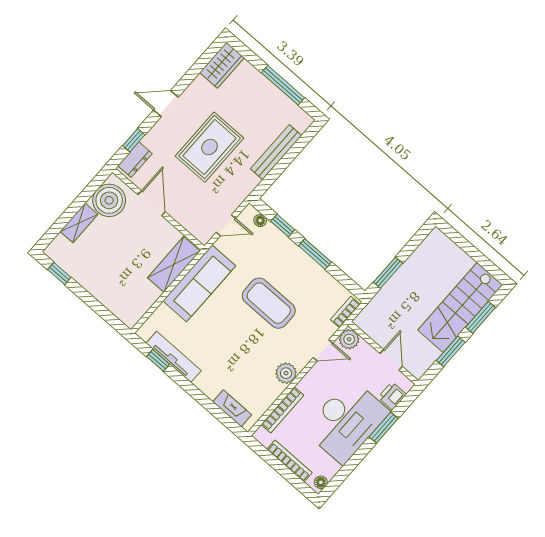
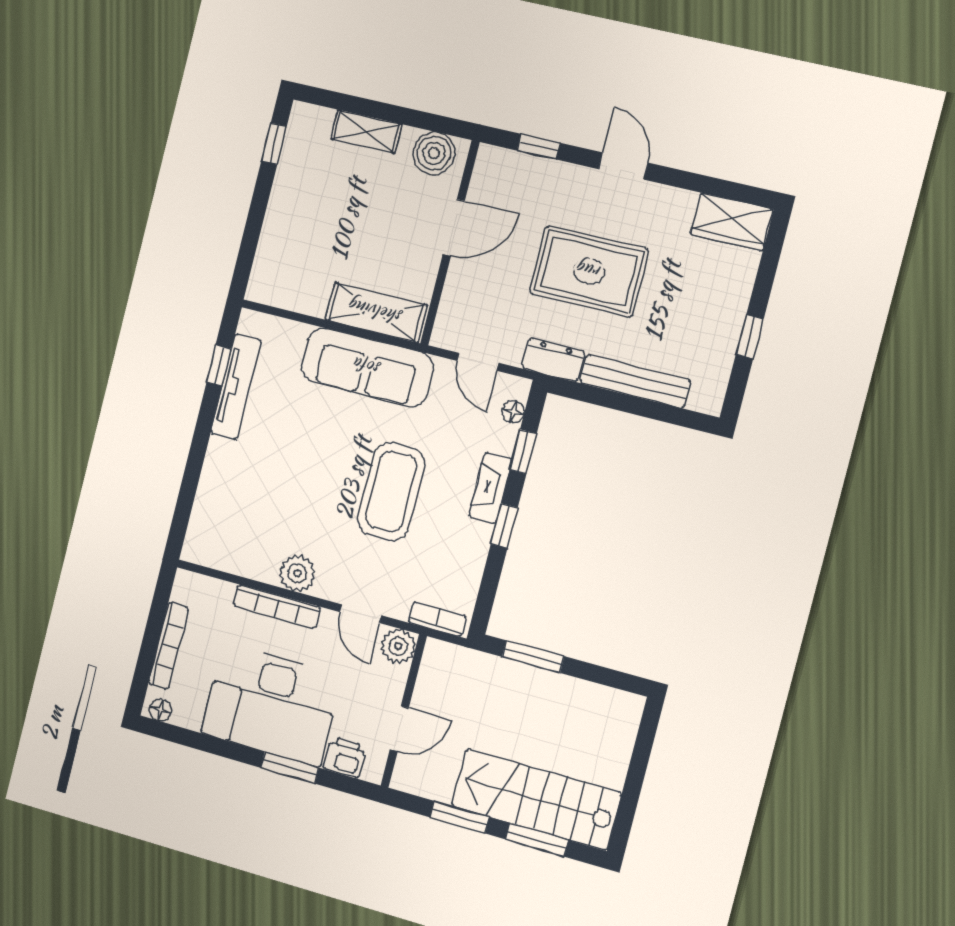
window: (283, 85) -> (750, 337), width x0.46
dresser: (135, 160) -> (553, 360), moved, turned 180
boiler: (109, 200) -> (434, 153), width x0.73, depth x0.73
window: (315, 254) -> (504, 526), width x0.67
fireplace: (232, 408) -> (490, 488), moved, turned 180
bookcase: (282, 410) -> (277, 606), moved

